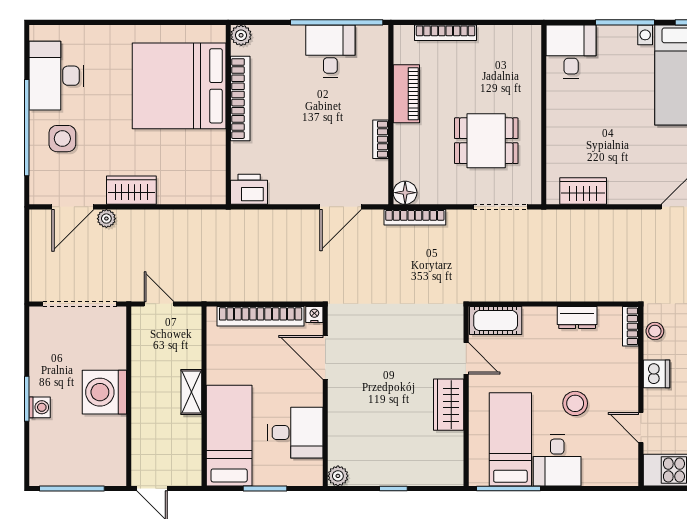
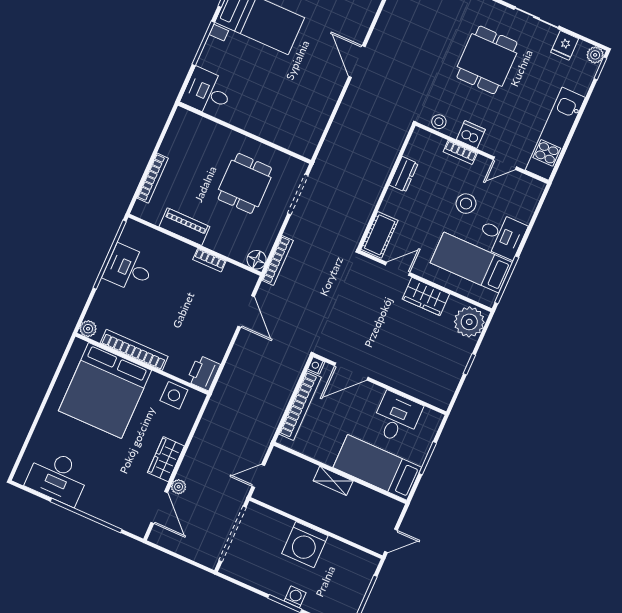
side table: (62, 139) -> (174, 395), moved
wardrobe: (583, 191) -> (313, 129), removed
bookcase: (631, 326) -> (460, 152), moved
plant: (338, 476) -> (469, 322), moved, width x1.87, depth x1.87

